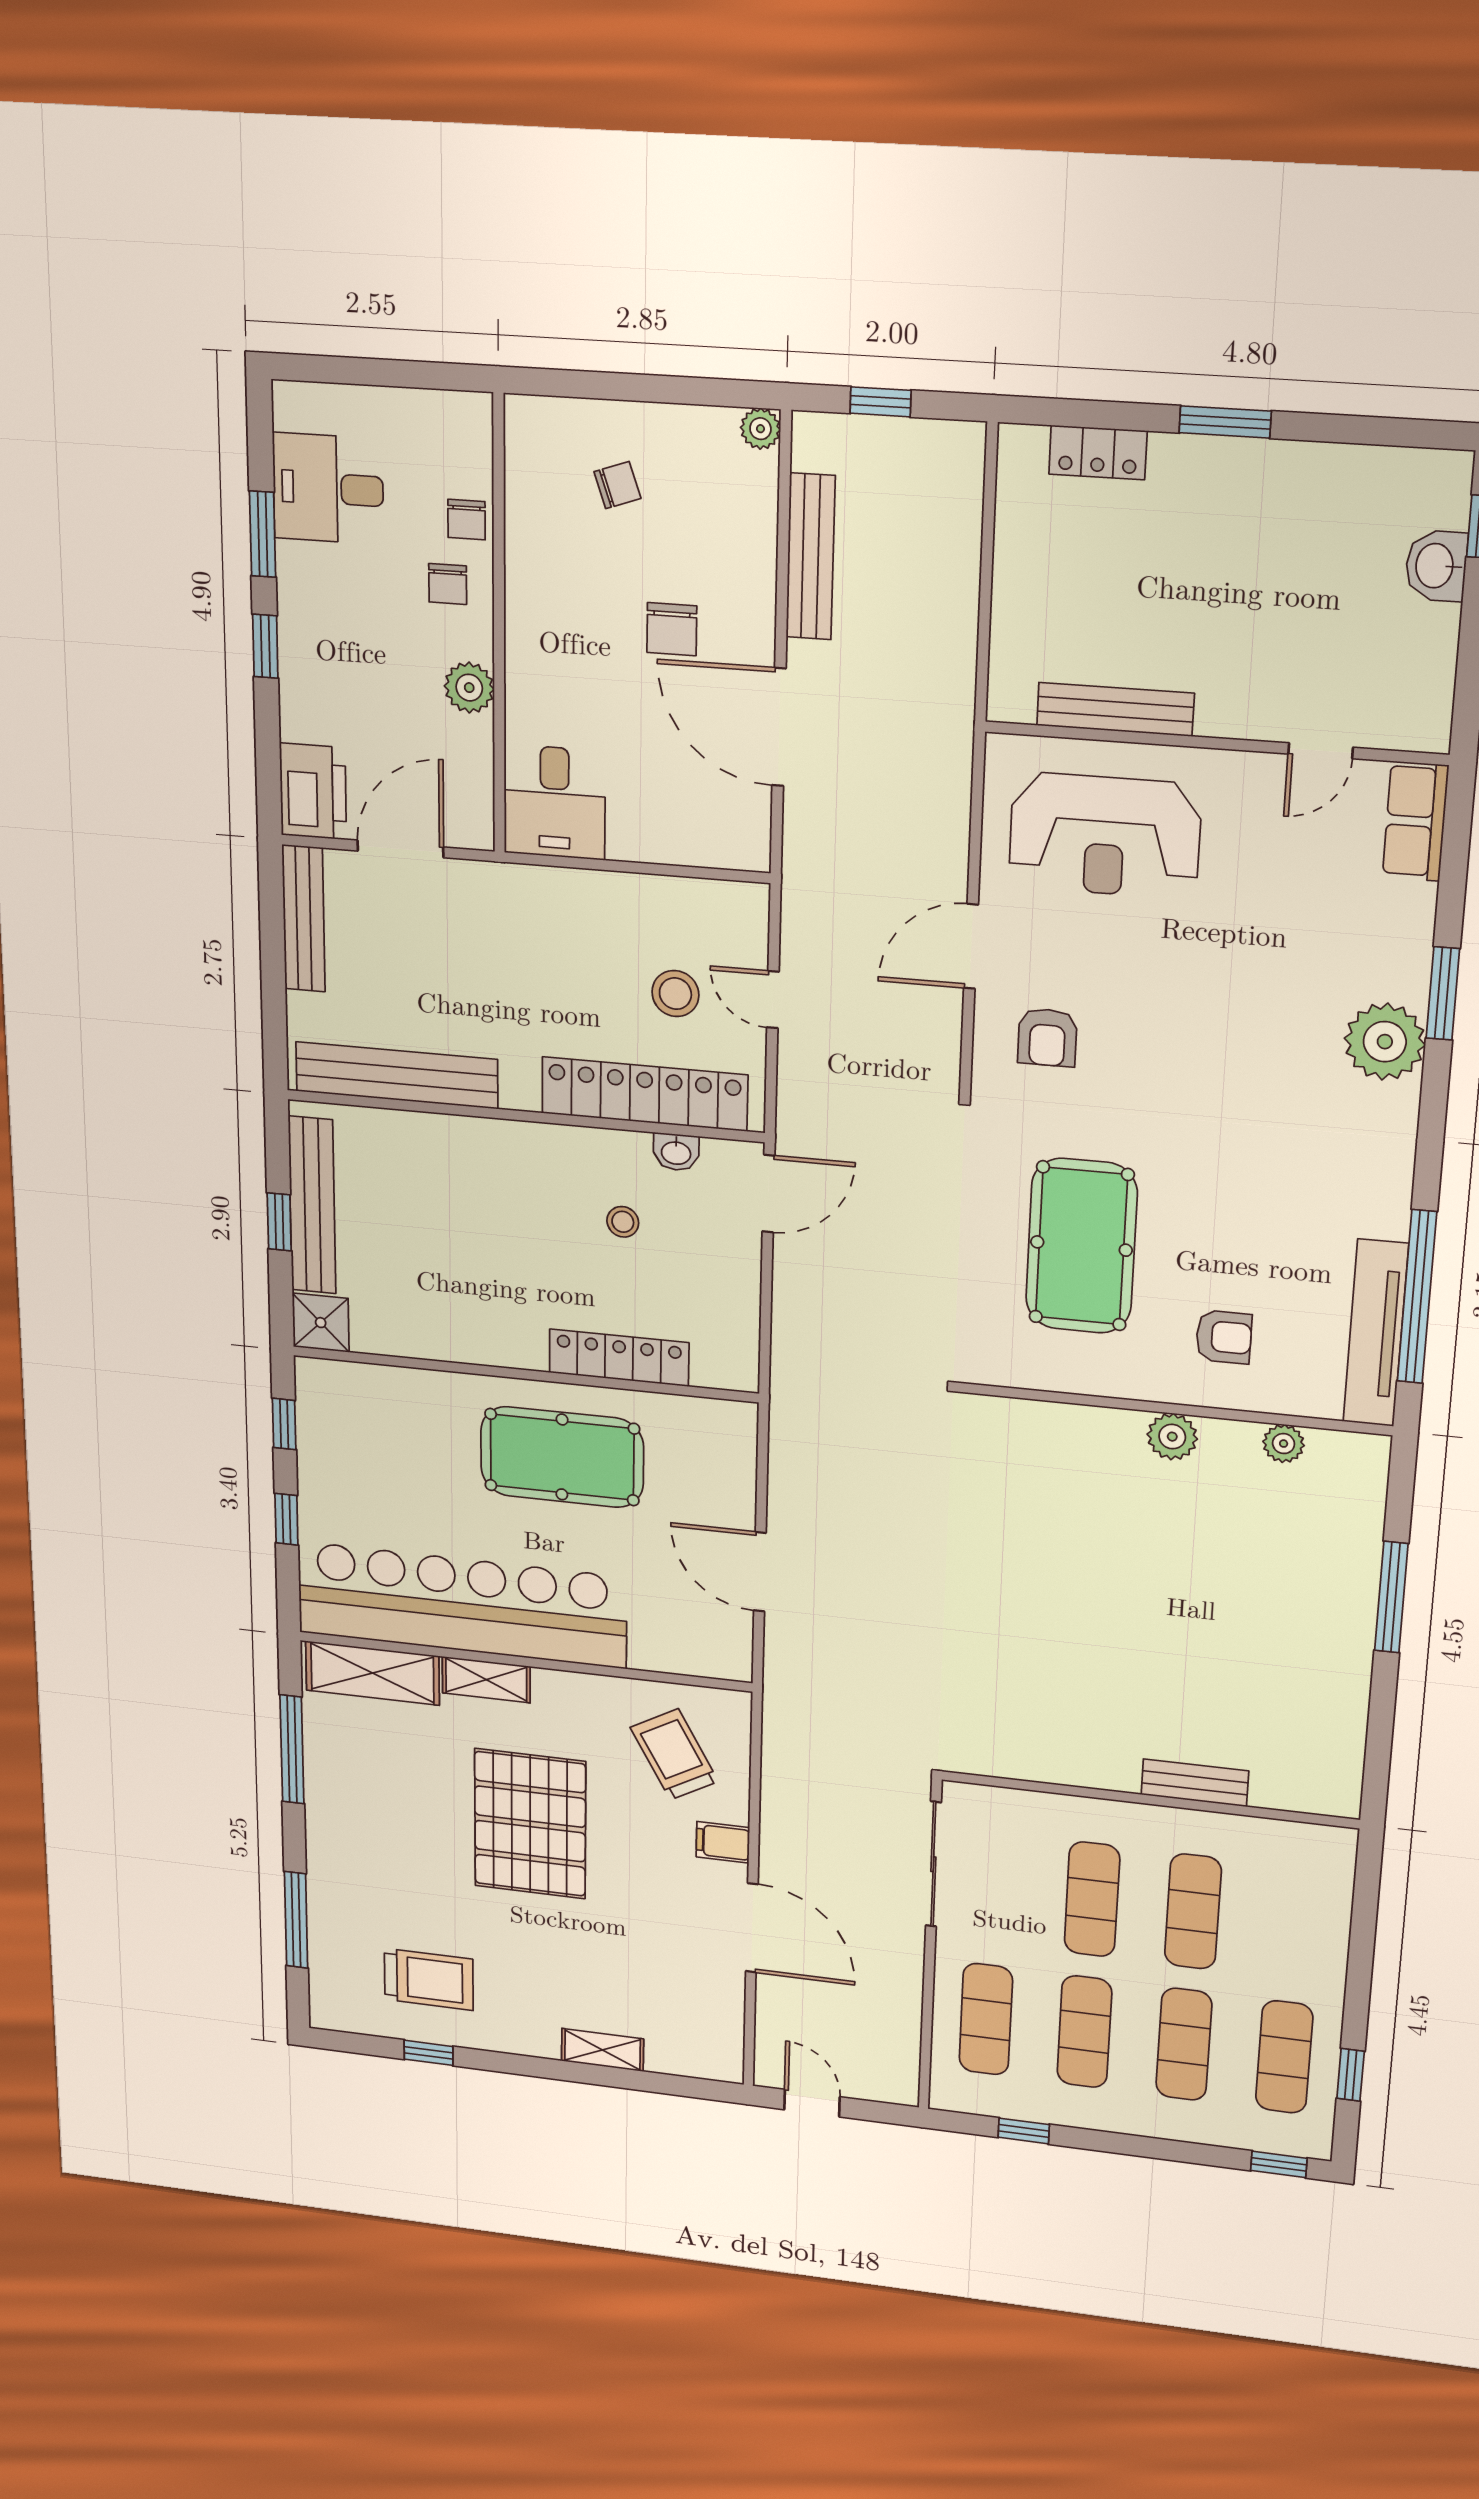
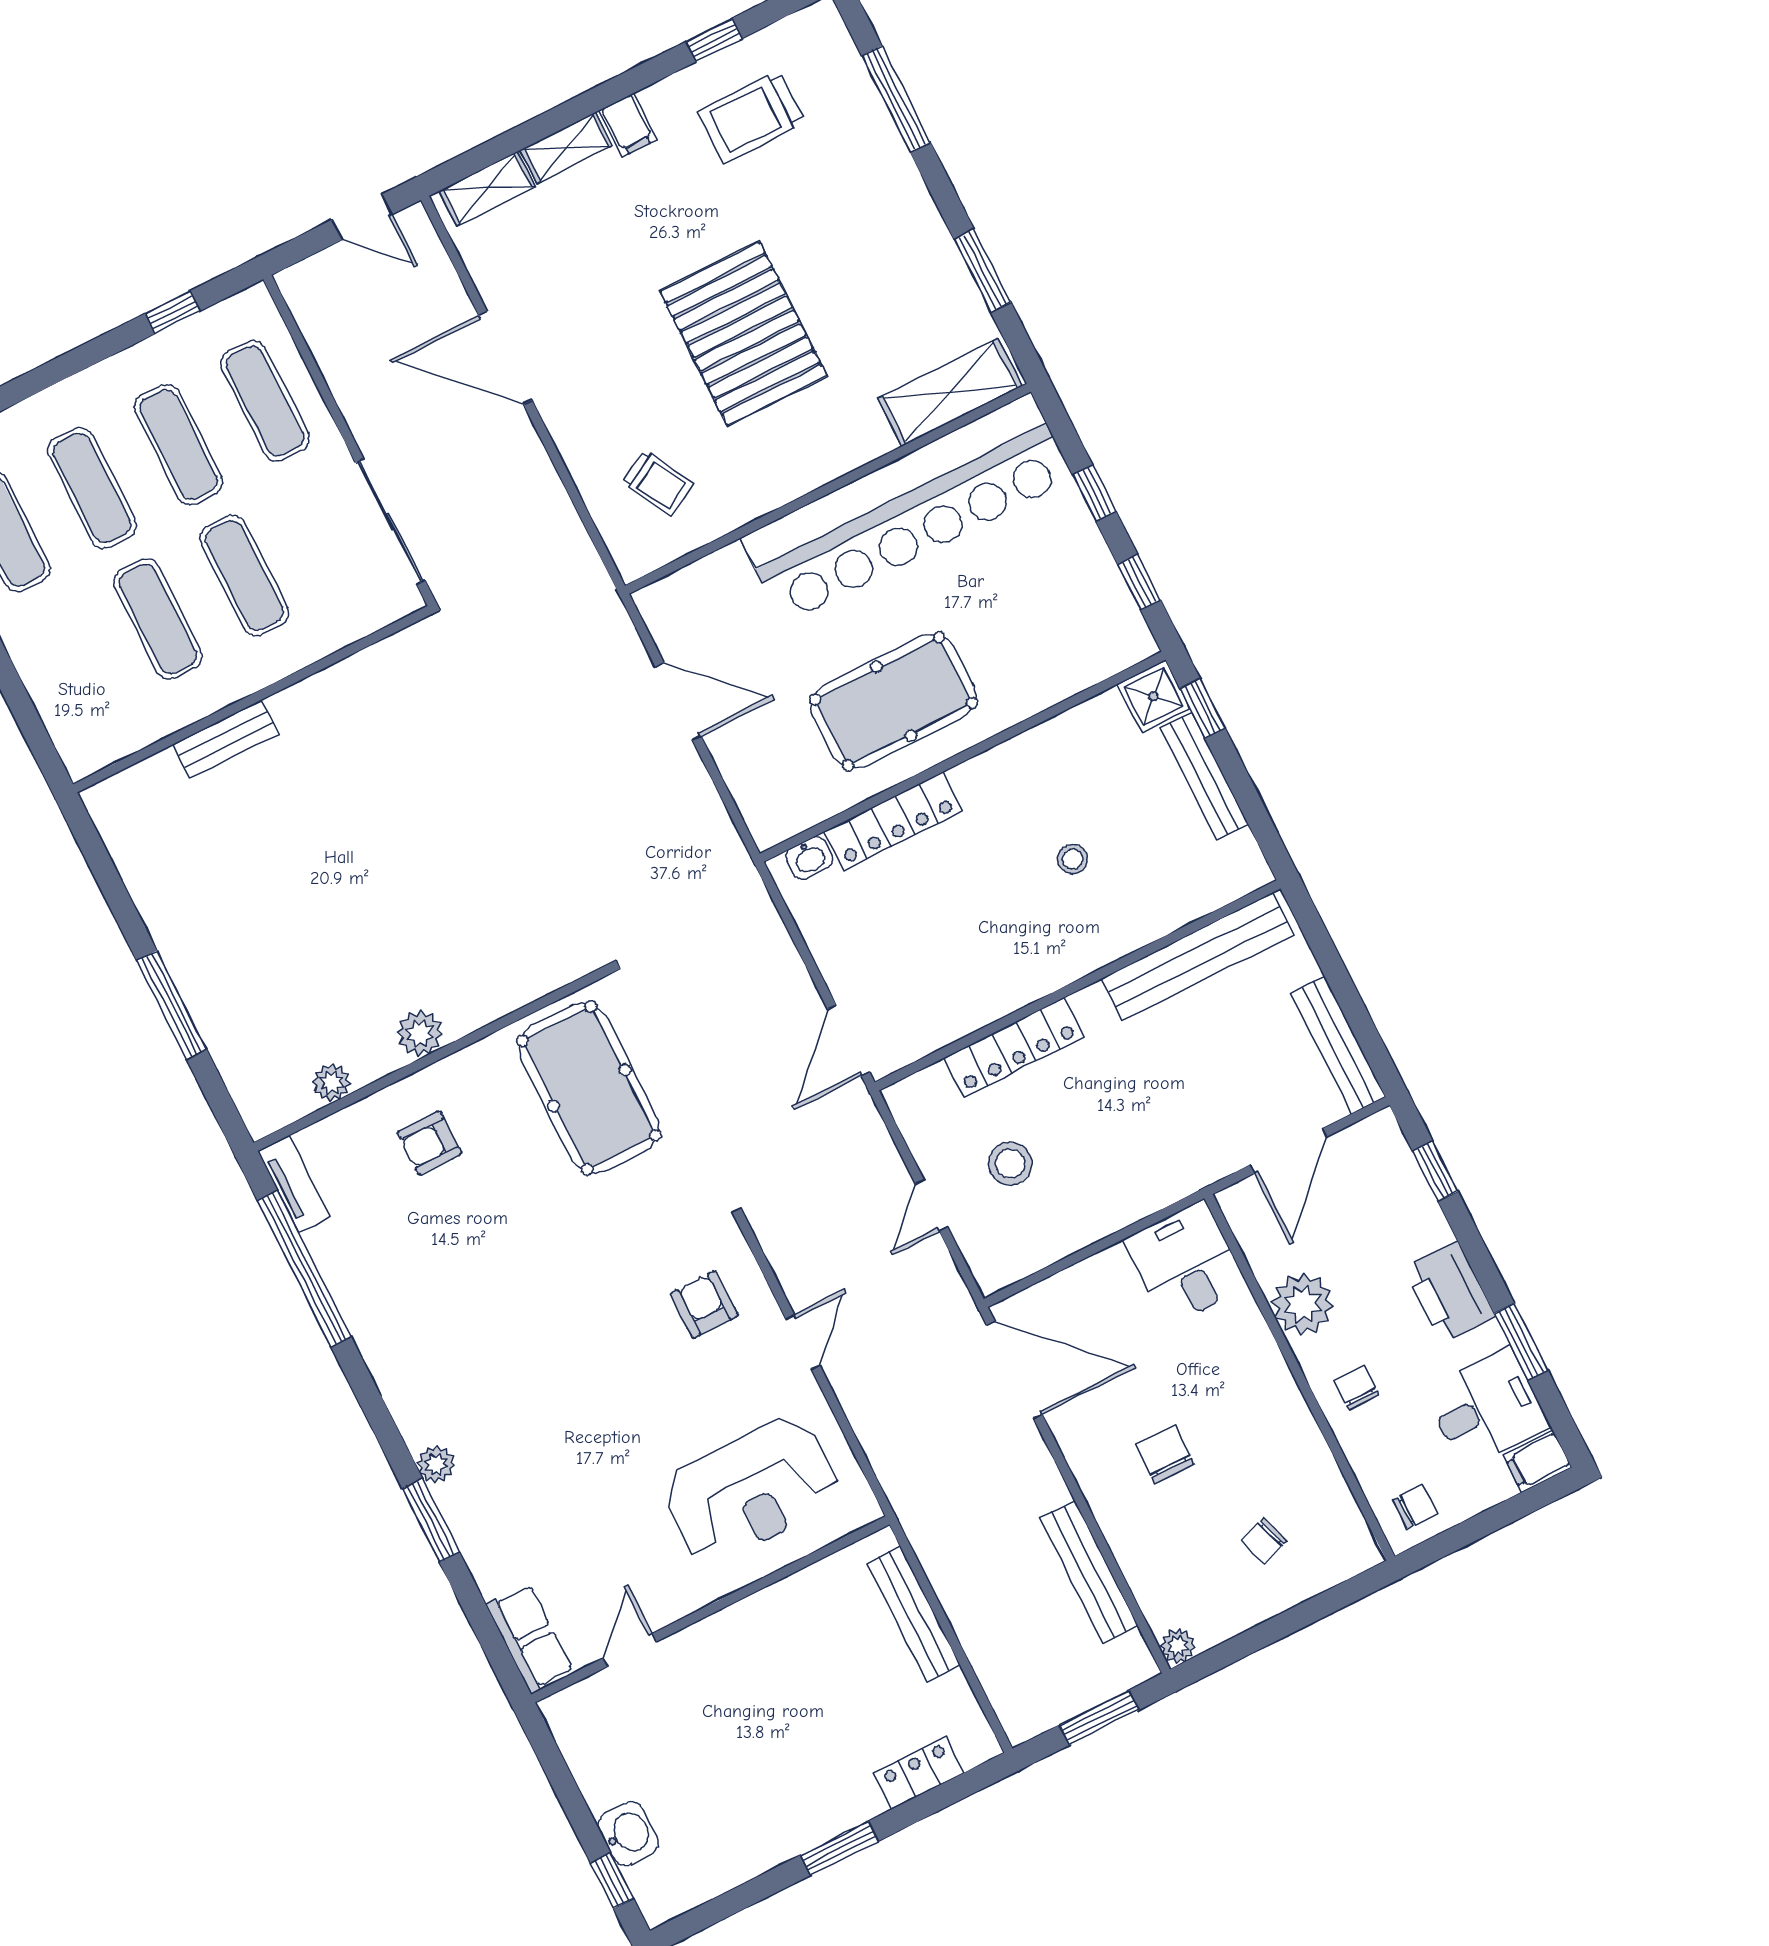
window: (881, 402) -> (1099, 1718), width x1.50
filing cabinet: (303, 405) -> (1538, 1461), added
chair: (466, 520) -> (1415, 1507), moved, turned 90
window: (265, 646) -> (1435, 1171), moved
plant: (469, 688) -> (1302, 1304), width x1.36, depth x1.36
bench: (1115, 709) -> (914, 1614), moved, turned 90
door: (779, 727) -> (1014, 1370), moved
printer: (313, 791) -> (1450, 1292), moved
reception desk: (1105, 836) -> (751, 1490), turned 180
door: (971, 946) -> (803, 1342), width x0.73
door: (773, 1000) -> (932, 1205), swing flipped
plant: (1385, 1042) -> (436, 1464), width x0.53, depth x0.53
locker: (644, 1094) -> (1014, 1047), width x0.71, depth x0.83
washbasin: (676, 1152) -> (809, 858), moved, turned 180
bench: (312, 1205) -> (1204, 776), width x0.73, depth x0.82
window: (279, 1222) -> (1203, 708), moved
stool: (623, 1222) -> (1072, 859), moved
pool table: (1081, 1246) -> (589, 1088), moved
tv unit: (1376, 1333) -> (294, 1184), width x0.52, depth x0.78
shelving: (486, 1680) -> (487, 189), moved
window: (292, 1749) -> (982, 271), width x0.69
trolley: (674, 1754) -> (658, 483), width x0.73, depth x0.72
filing cabinet: (723, 1842) -> (628, 125), moved, turned 90

